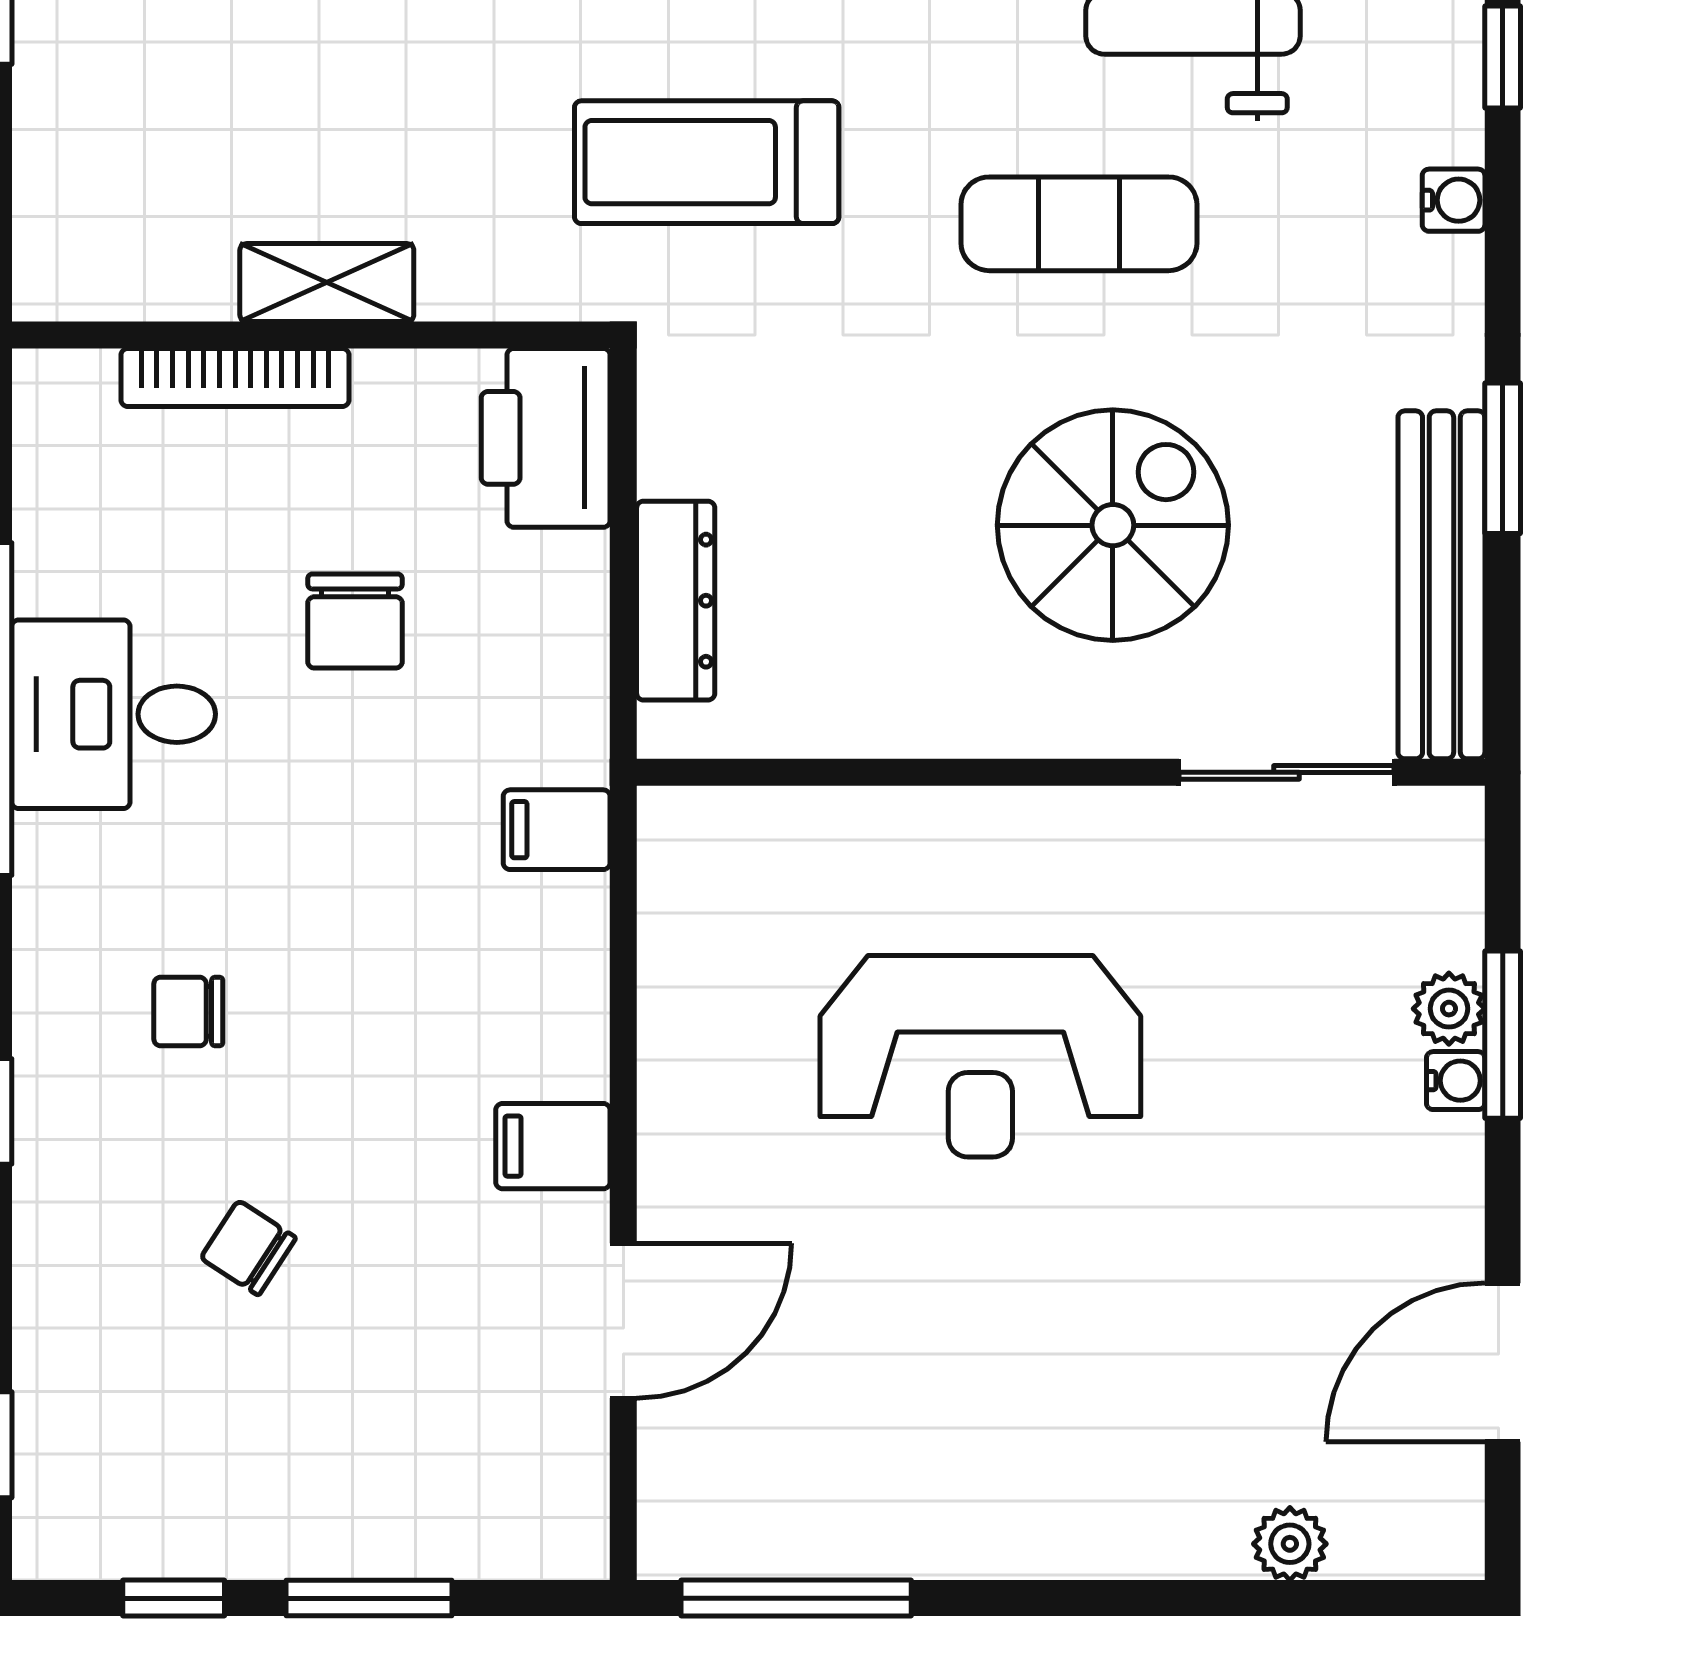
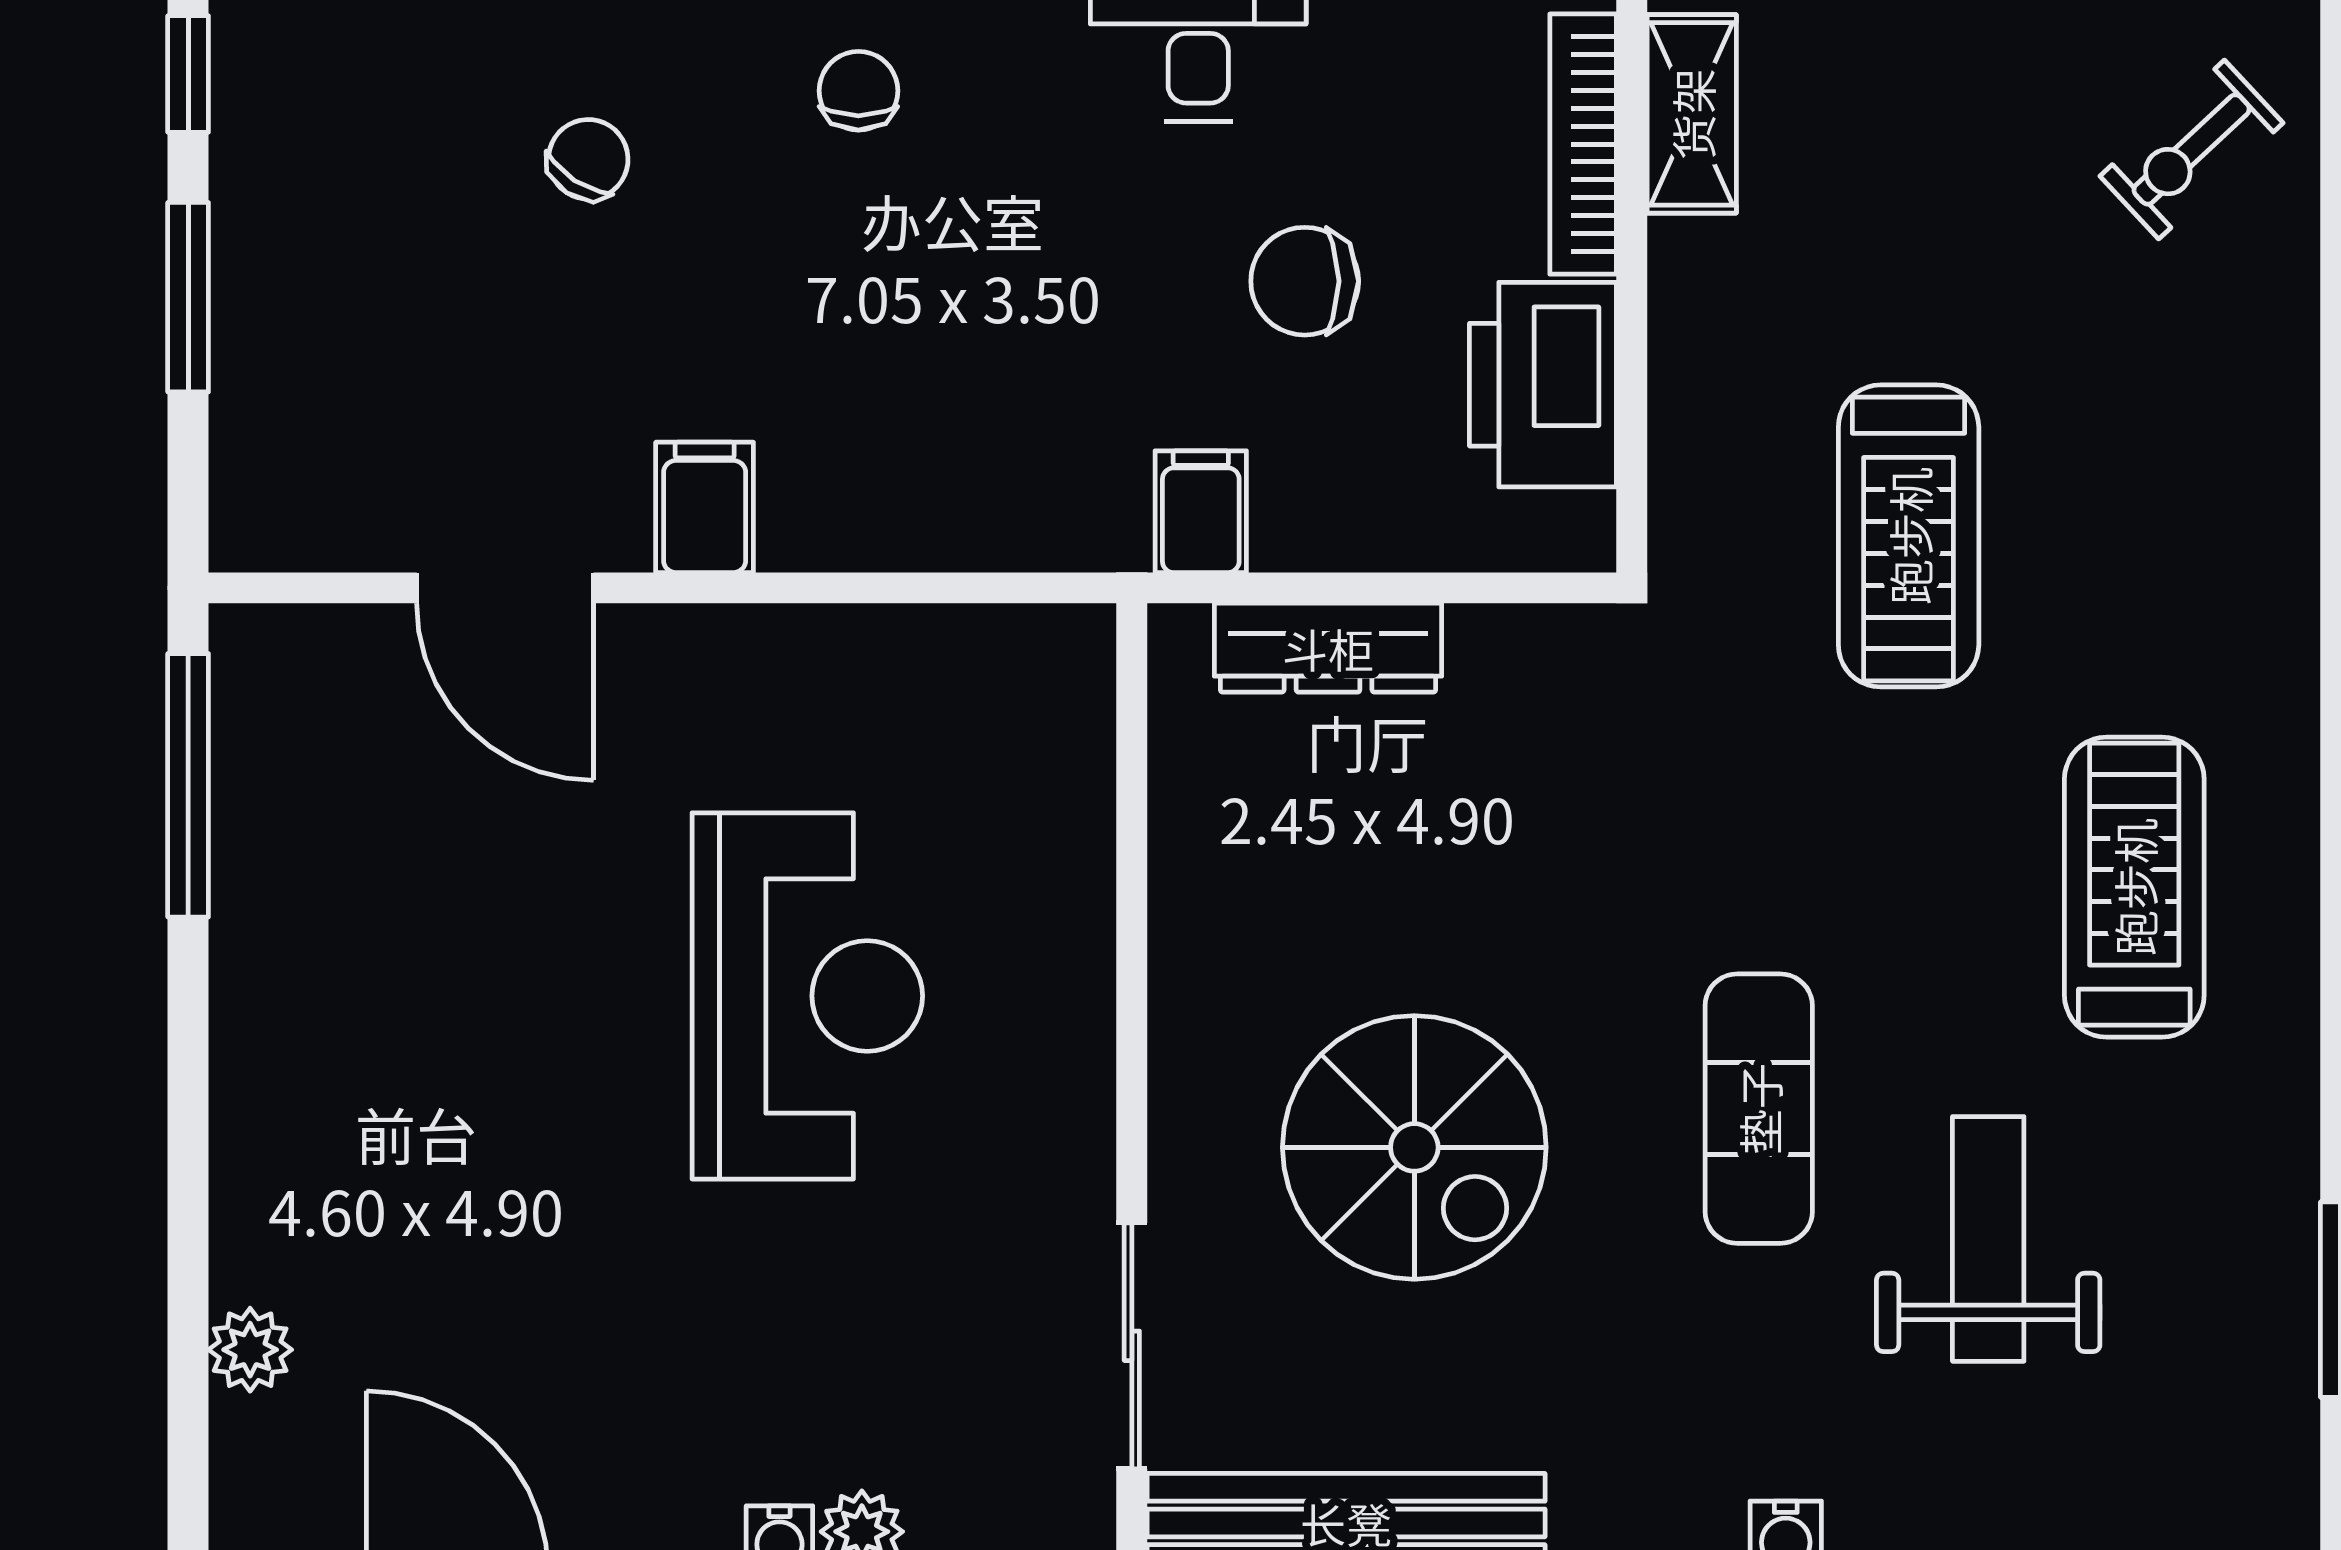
treadmill: (707, 162) -> (1909, 536), moved, turned 180
shelving: (327, 282) -> (1692, 114), moved
printer: (546, 438) -> (1543, 385), moved, turned -90
filing cabinet: (557, 830) -> (1201, 512), moved
reception desk: (980, 1056) -> (807, 996), turned 180

